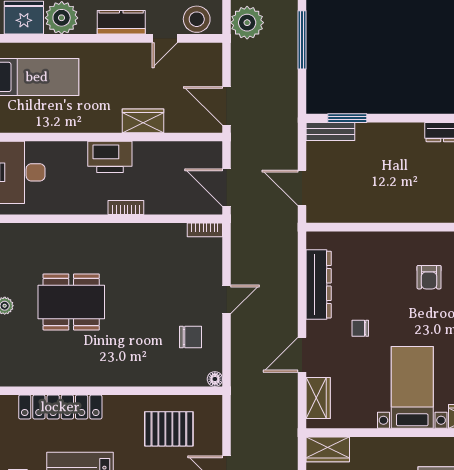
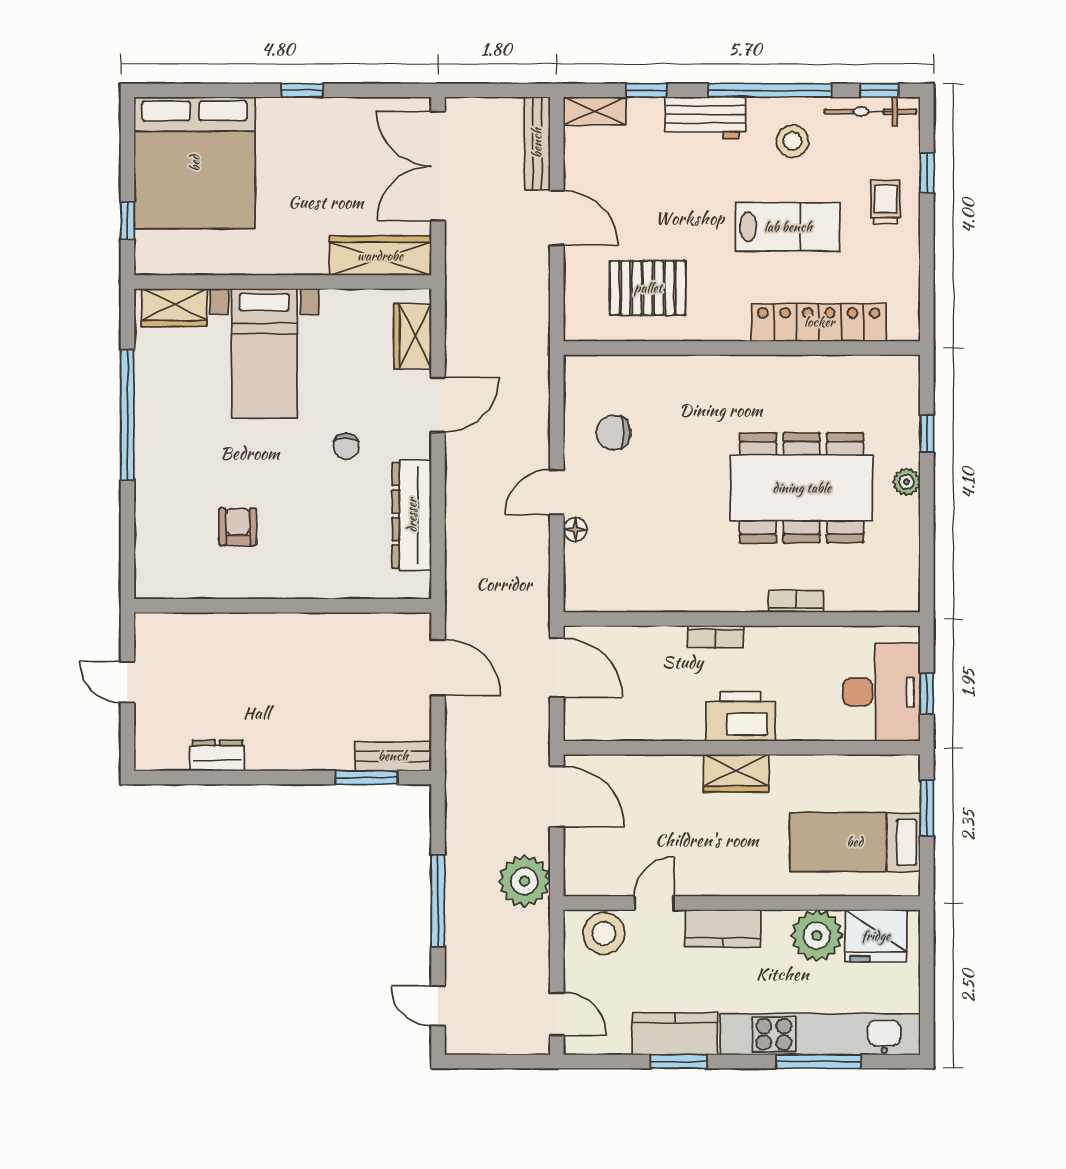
plant: (247, 23) -> (524, 881), moved
wardrobe: (143, 121) -> (736, 773), moved
bookcase: (205, 230) -> (796, 601), moved
dining table: (71, 302) -> (802, 488), width x1.36, depth x1.24
chair: (360, 328) -> (346, 446), turned 90
floor lamp: (215, 379) -> (575, 529), moved
wardrobe: (328, 449) -> (380, 256), width x1.50

